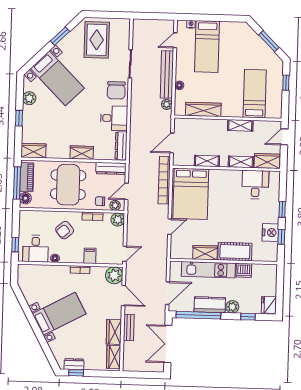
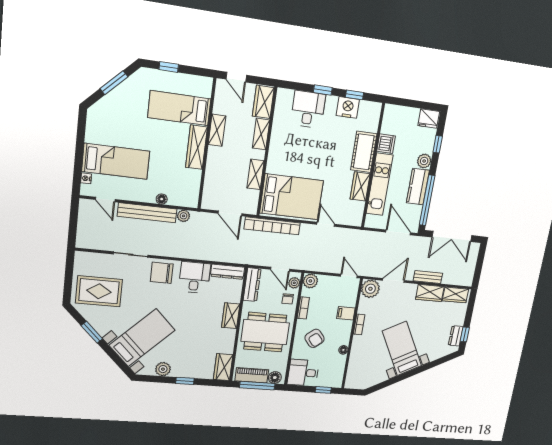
chair: (116, 90) -> (162, 273), turned 180
wardrobe: (203, 109) -> (196, 147), moved
desk: (255, 185) -> (308, 109), moved, turned 90
desk: (36, 249) -> (303, 373), moved, turned 180

